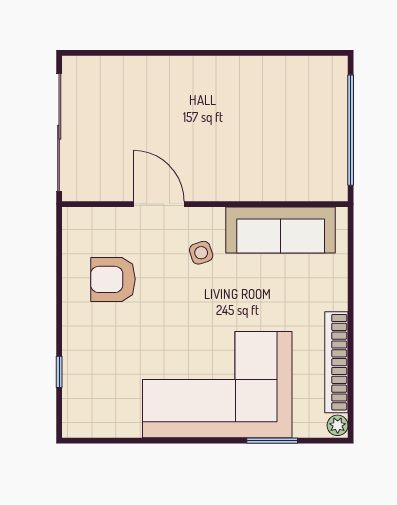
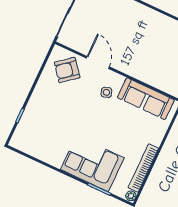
armchair: (113, 279) -> (67, 70), moved, turned -39
corner sofa: (217, 385) -> (92, 164), width x0.73, depth x0.74

